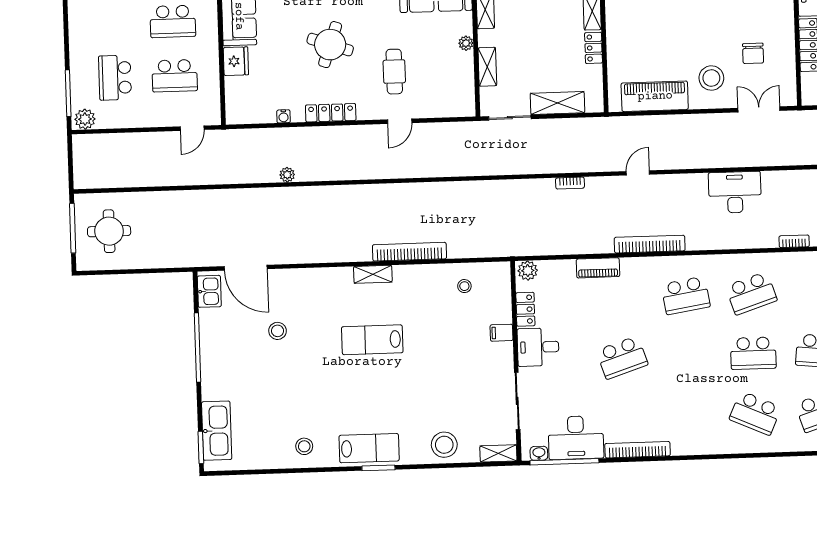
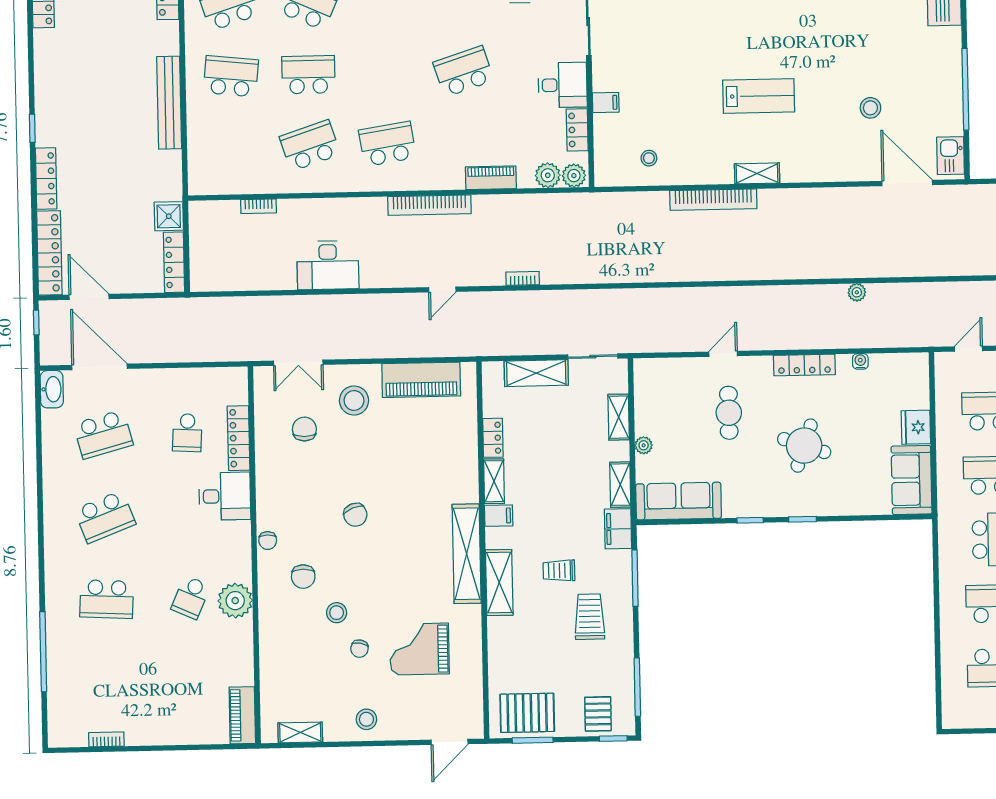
plant: (550, 271) -> (548, 175), added

